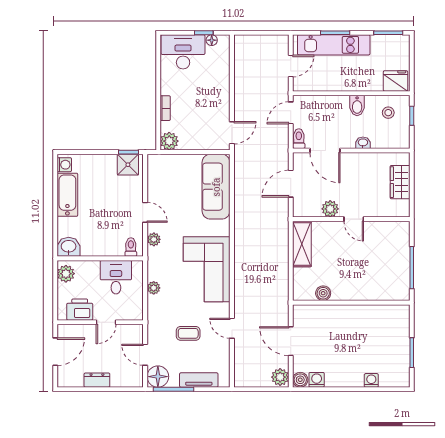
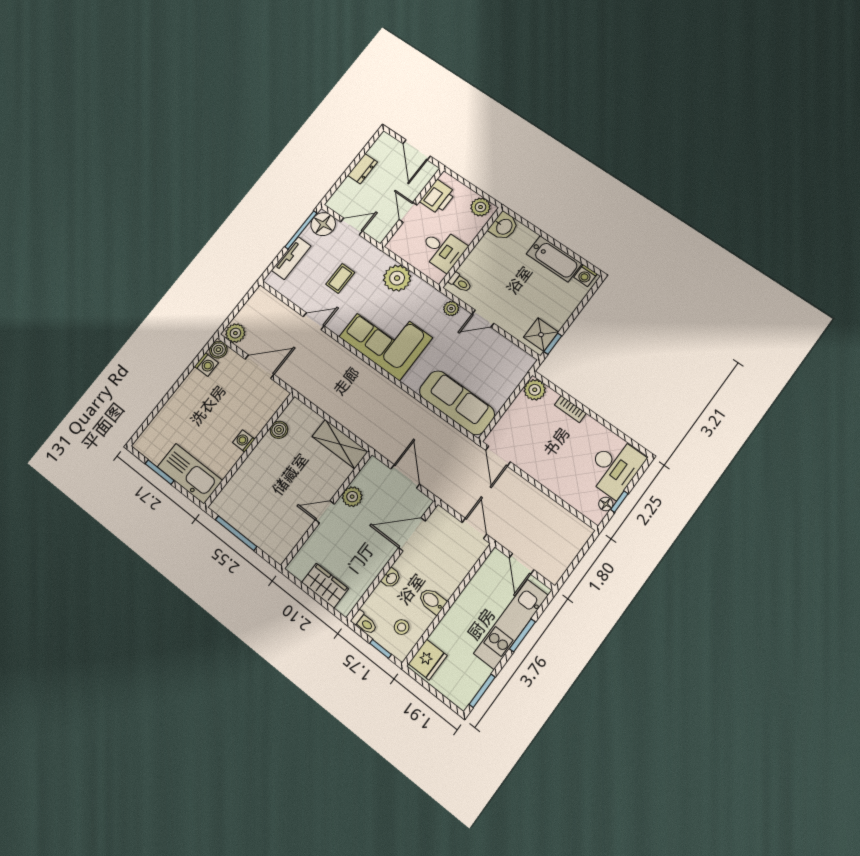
toilet: (299, 139) -> (364, 623), moved
plant: (154, 288) -> (397, 278), width x1.87, depth x1.87
kitchen sink: (397, 331) -> (190, 474), added
washing machine: (371, 380) -> (244, 441), moved, turned 180

